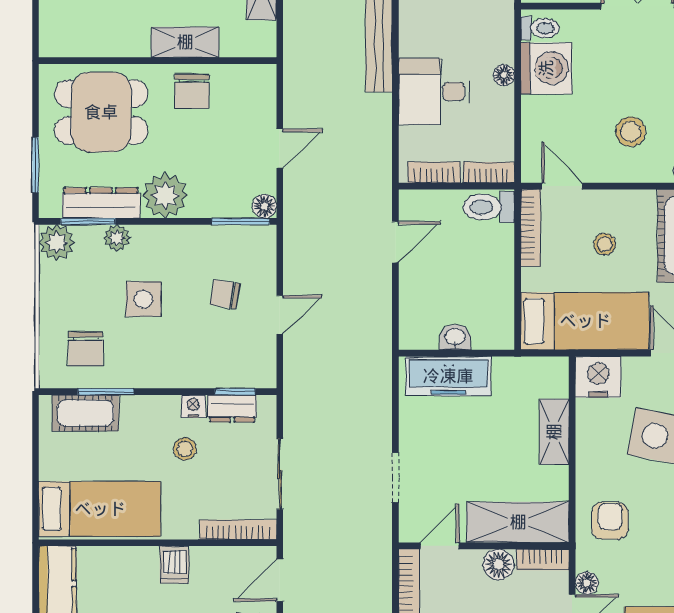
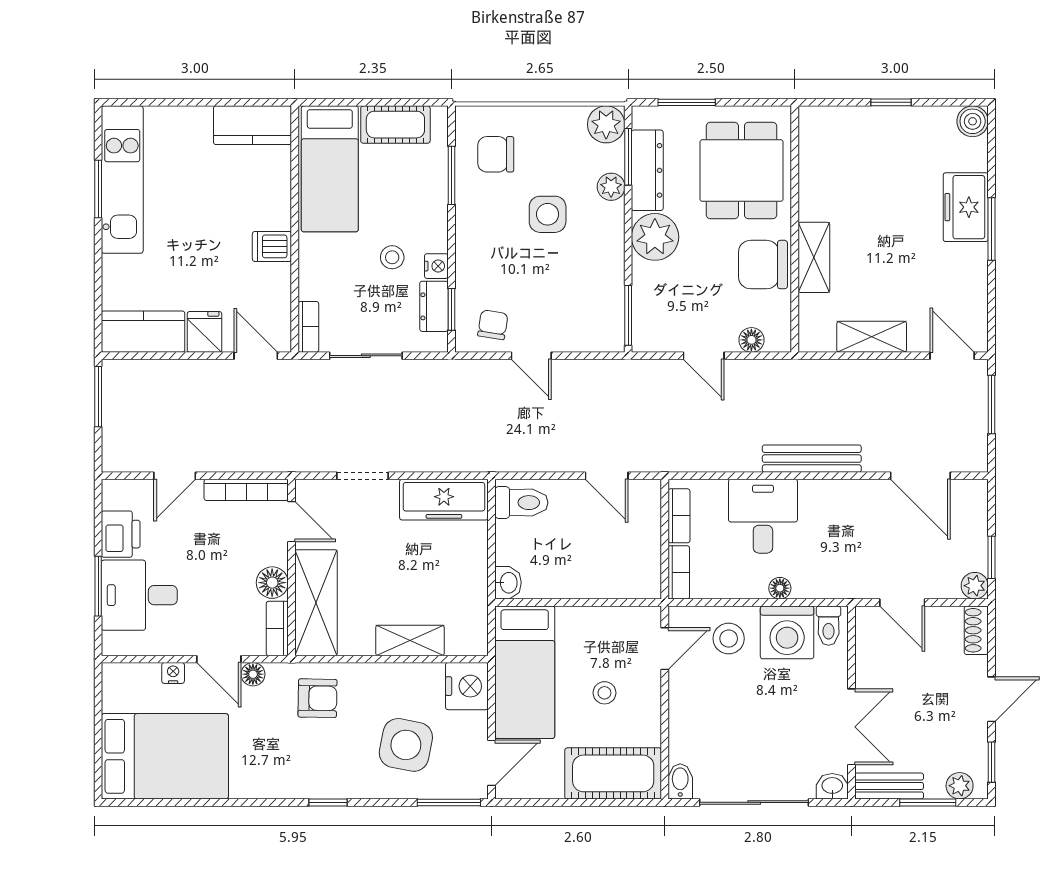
chair: (192, 91) -> (763, 265), width x1.37, depth x1.37
stool: (631, 132) -> (729, 639), moved
floor lamp: (264, 206) -> (751, 340), moved
toilet: (489, 207) -> (521, 503), moved, turned 90
bookcase: (531, 228) -> (621, 616), removed
chair: (225, 294) -> (493, 325), moved
washbasin: (455, 337) -> (508, 583), moved
freezer: (448, 376) -> (444, 500), moved, turned -90
cot: (85, 413) -> (395, 125), moved, turned 90
bookcase: (238, 530) -> (308, 327), width x0.64

